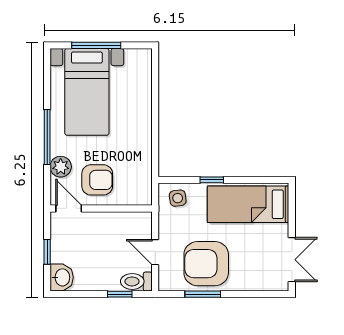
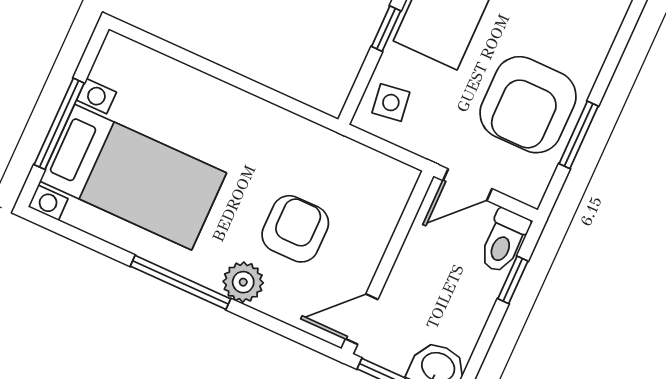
door: (69, 208) -> (362, 319), moved
wall: (101, 208) -> (387, 262), moved

